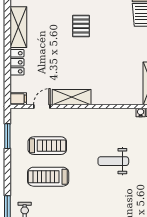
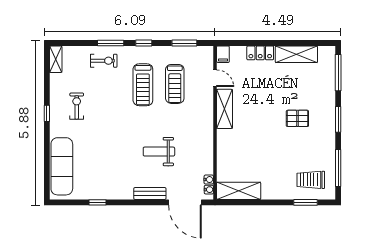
weight bench: (113, 161) -> (159, 152), turned -90
window: (7, 176) -> (144, 43), added
treadmill: (48, 177) -> (143, 85), turned 180

